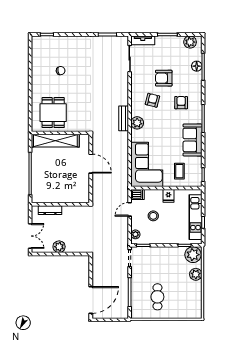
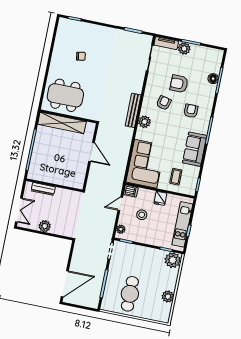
plant: (190, 42) -> (184, 48), moved
dining table: (53, 113) -> (65, 95), width x1.38
bench: (124, 118) -> (133, 110), width x1.36
plant: (196, 274) -> (168, 297), moved
cafe table: (157, 297) -> (130, 294), width x1.37, depth x1.35

